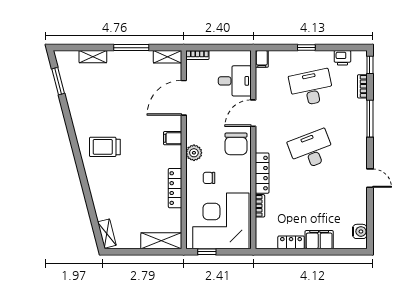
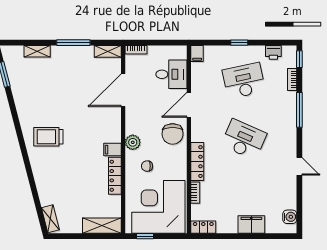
filing cabinet: (173, 138) -> (113, 150), moved
desk: (311, 150) -> (244, 139), turned 45
locker: (291, 242) -> (203, 227), moved

